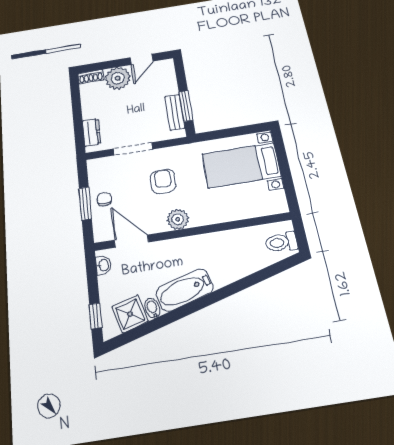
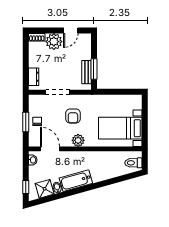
bed with nightstands: (241, 165) -> (120, 128), moved
armchair: (163, 181) -> (73, 116), turned 180

